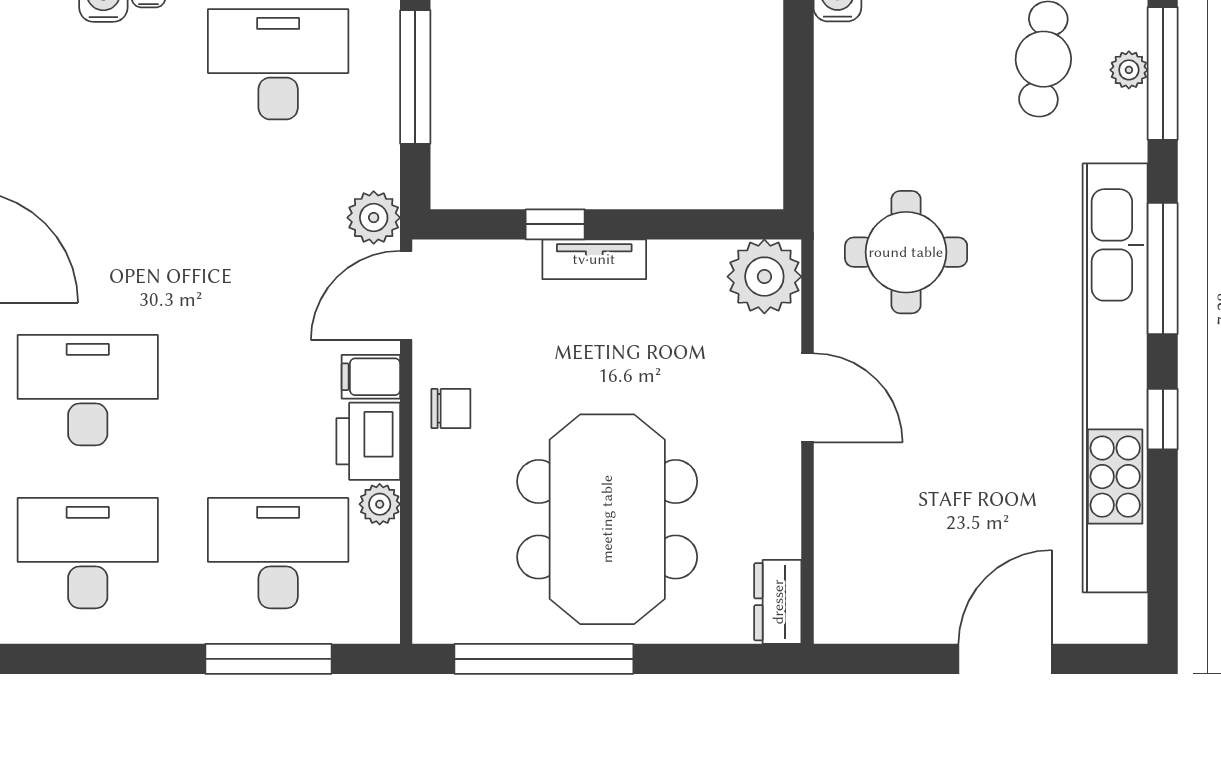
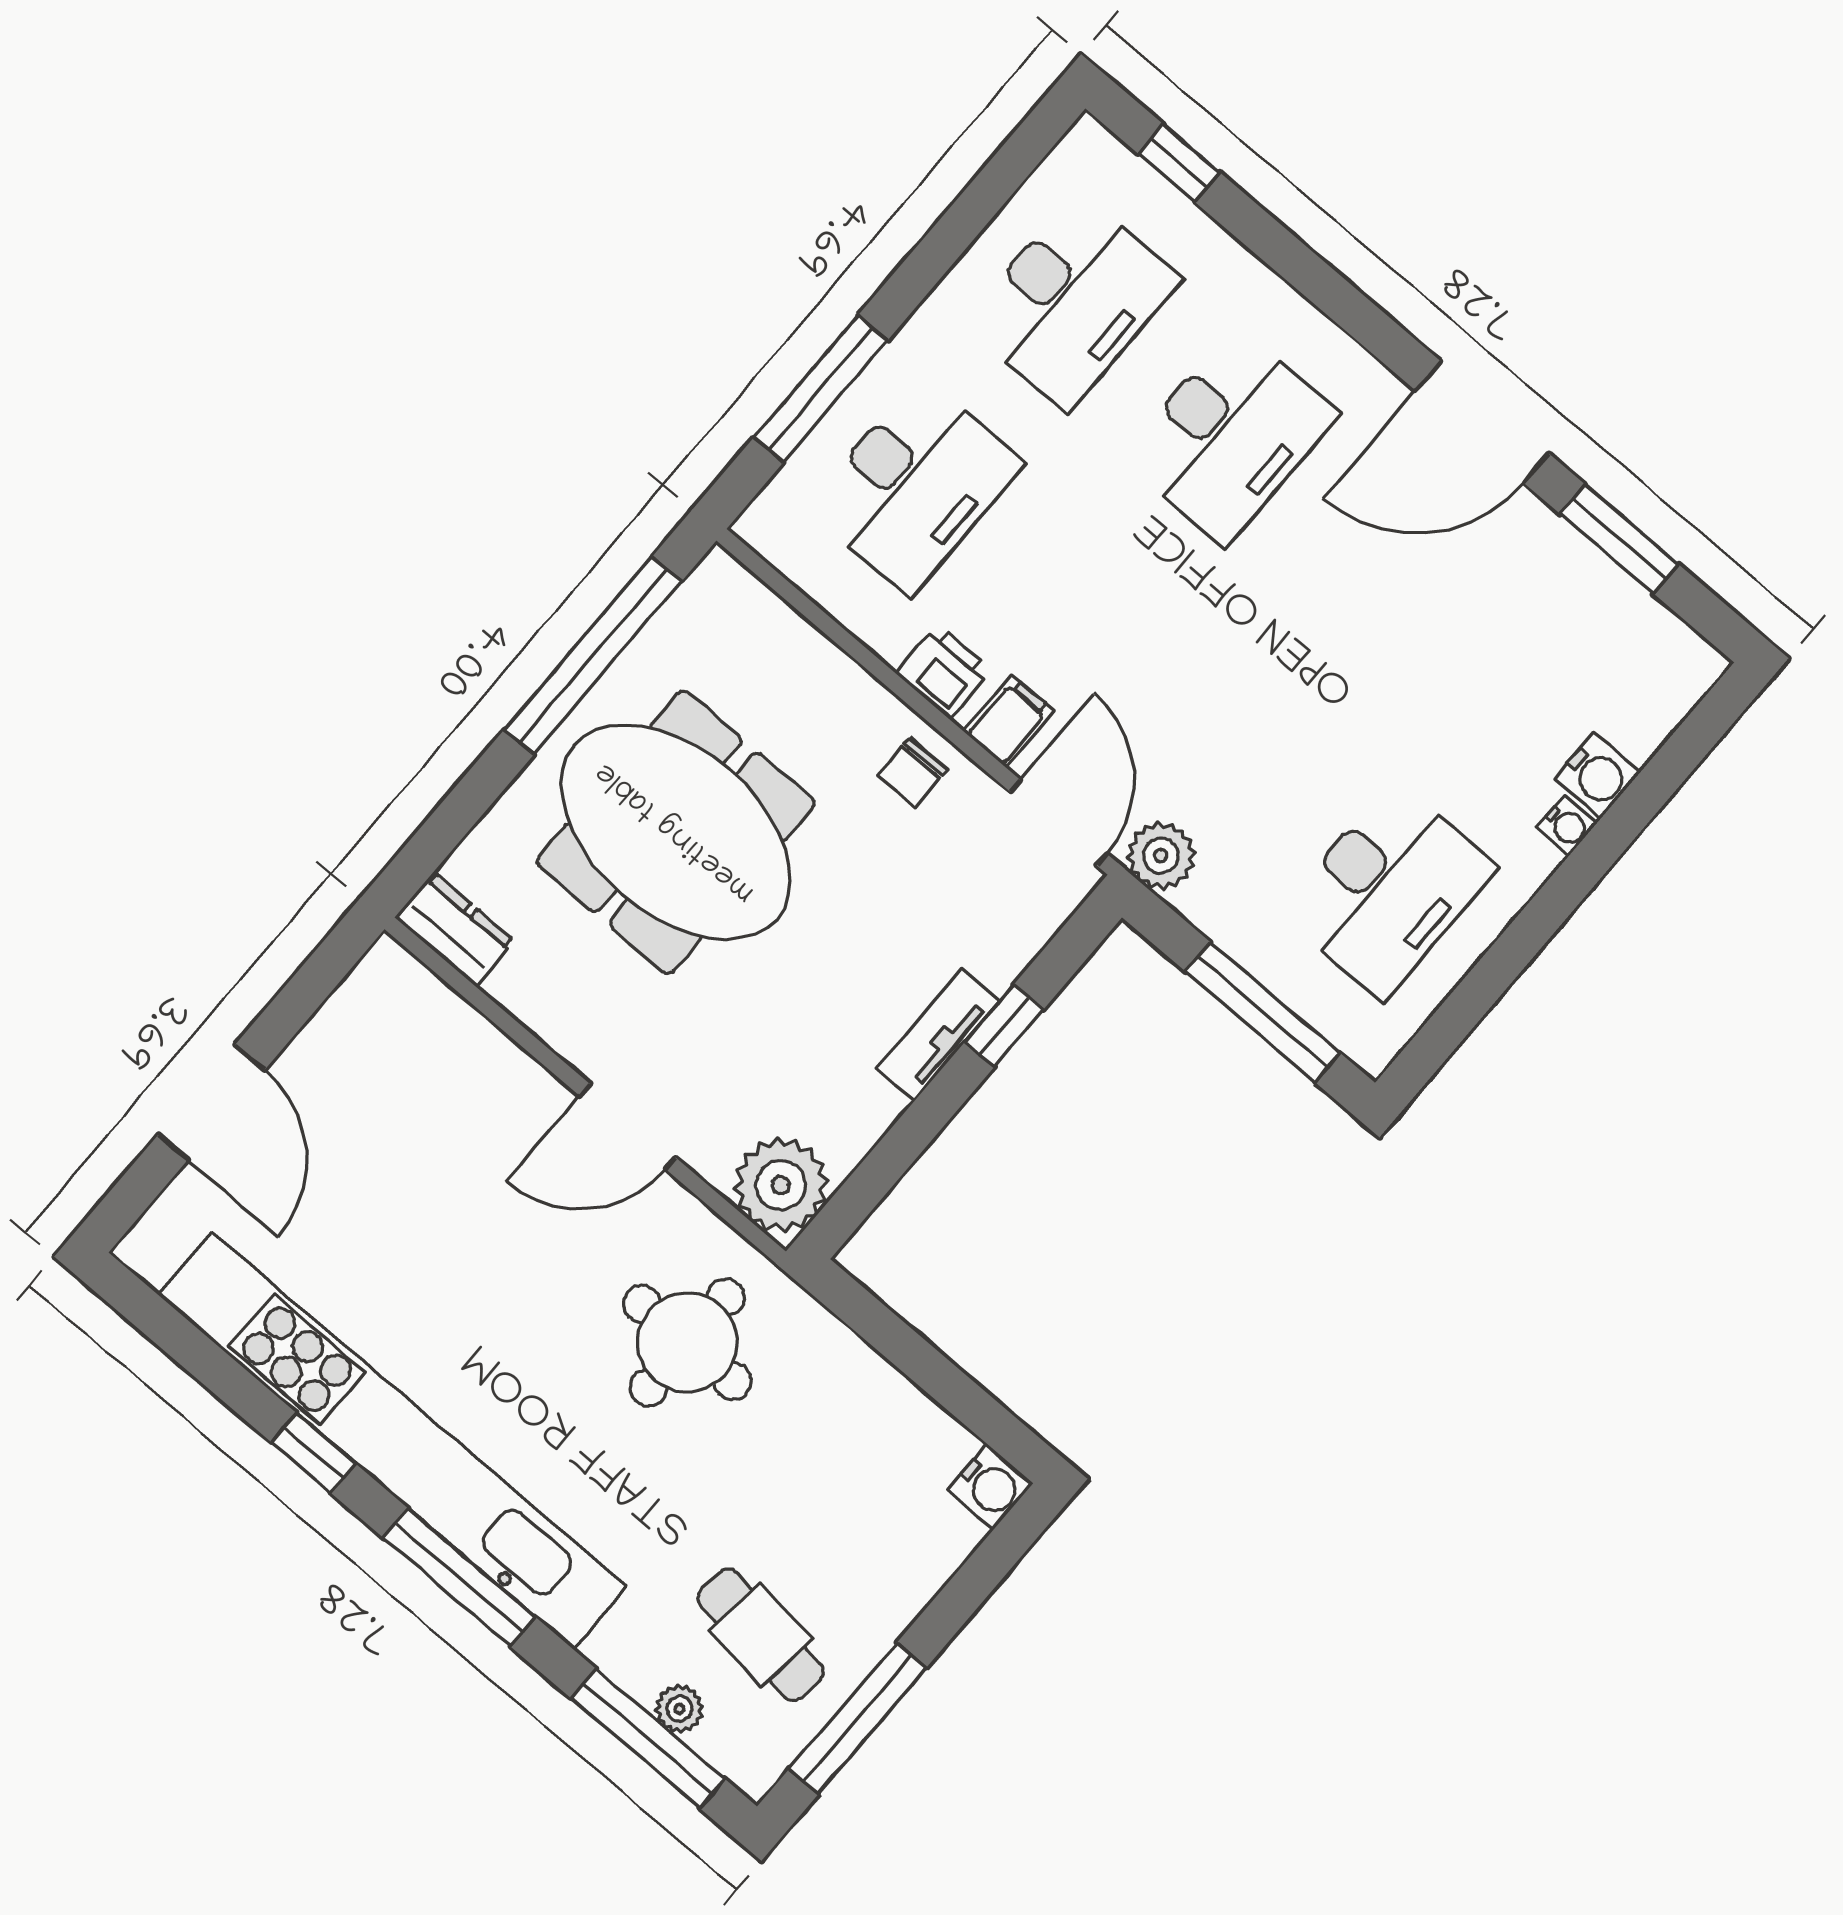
printer: (368, 441) -> (944, 671), width x0.73, depth x0.81
plant: (380, 504) -> (878, 624), removed

